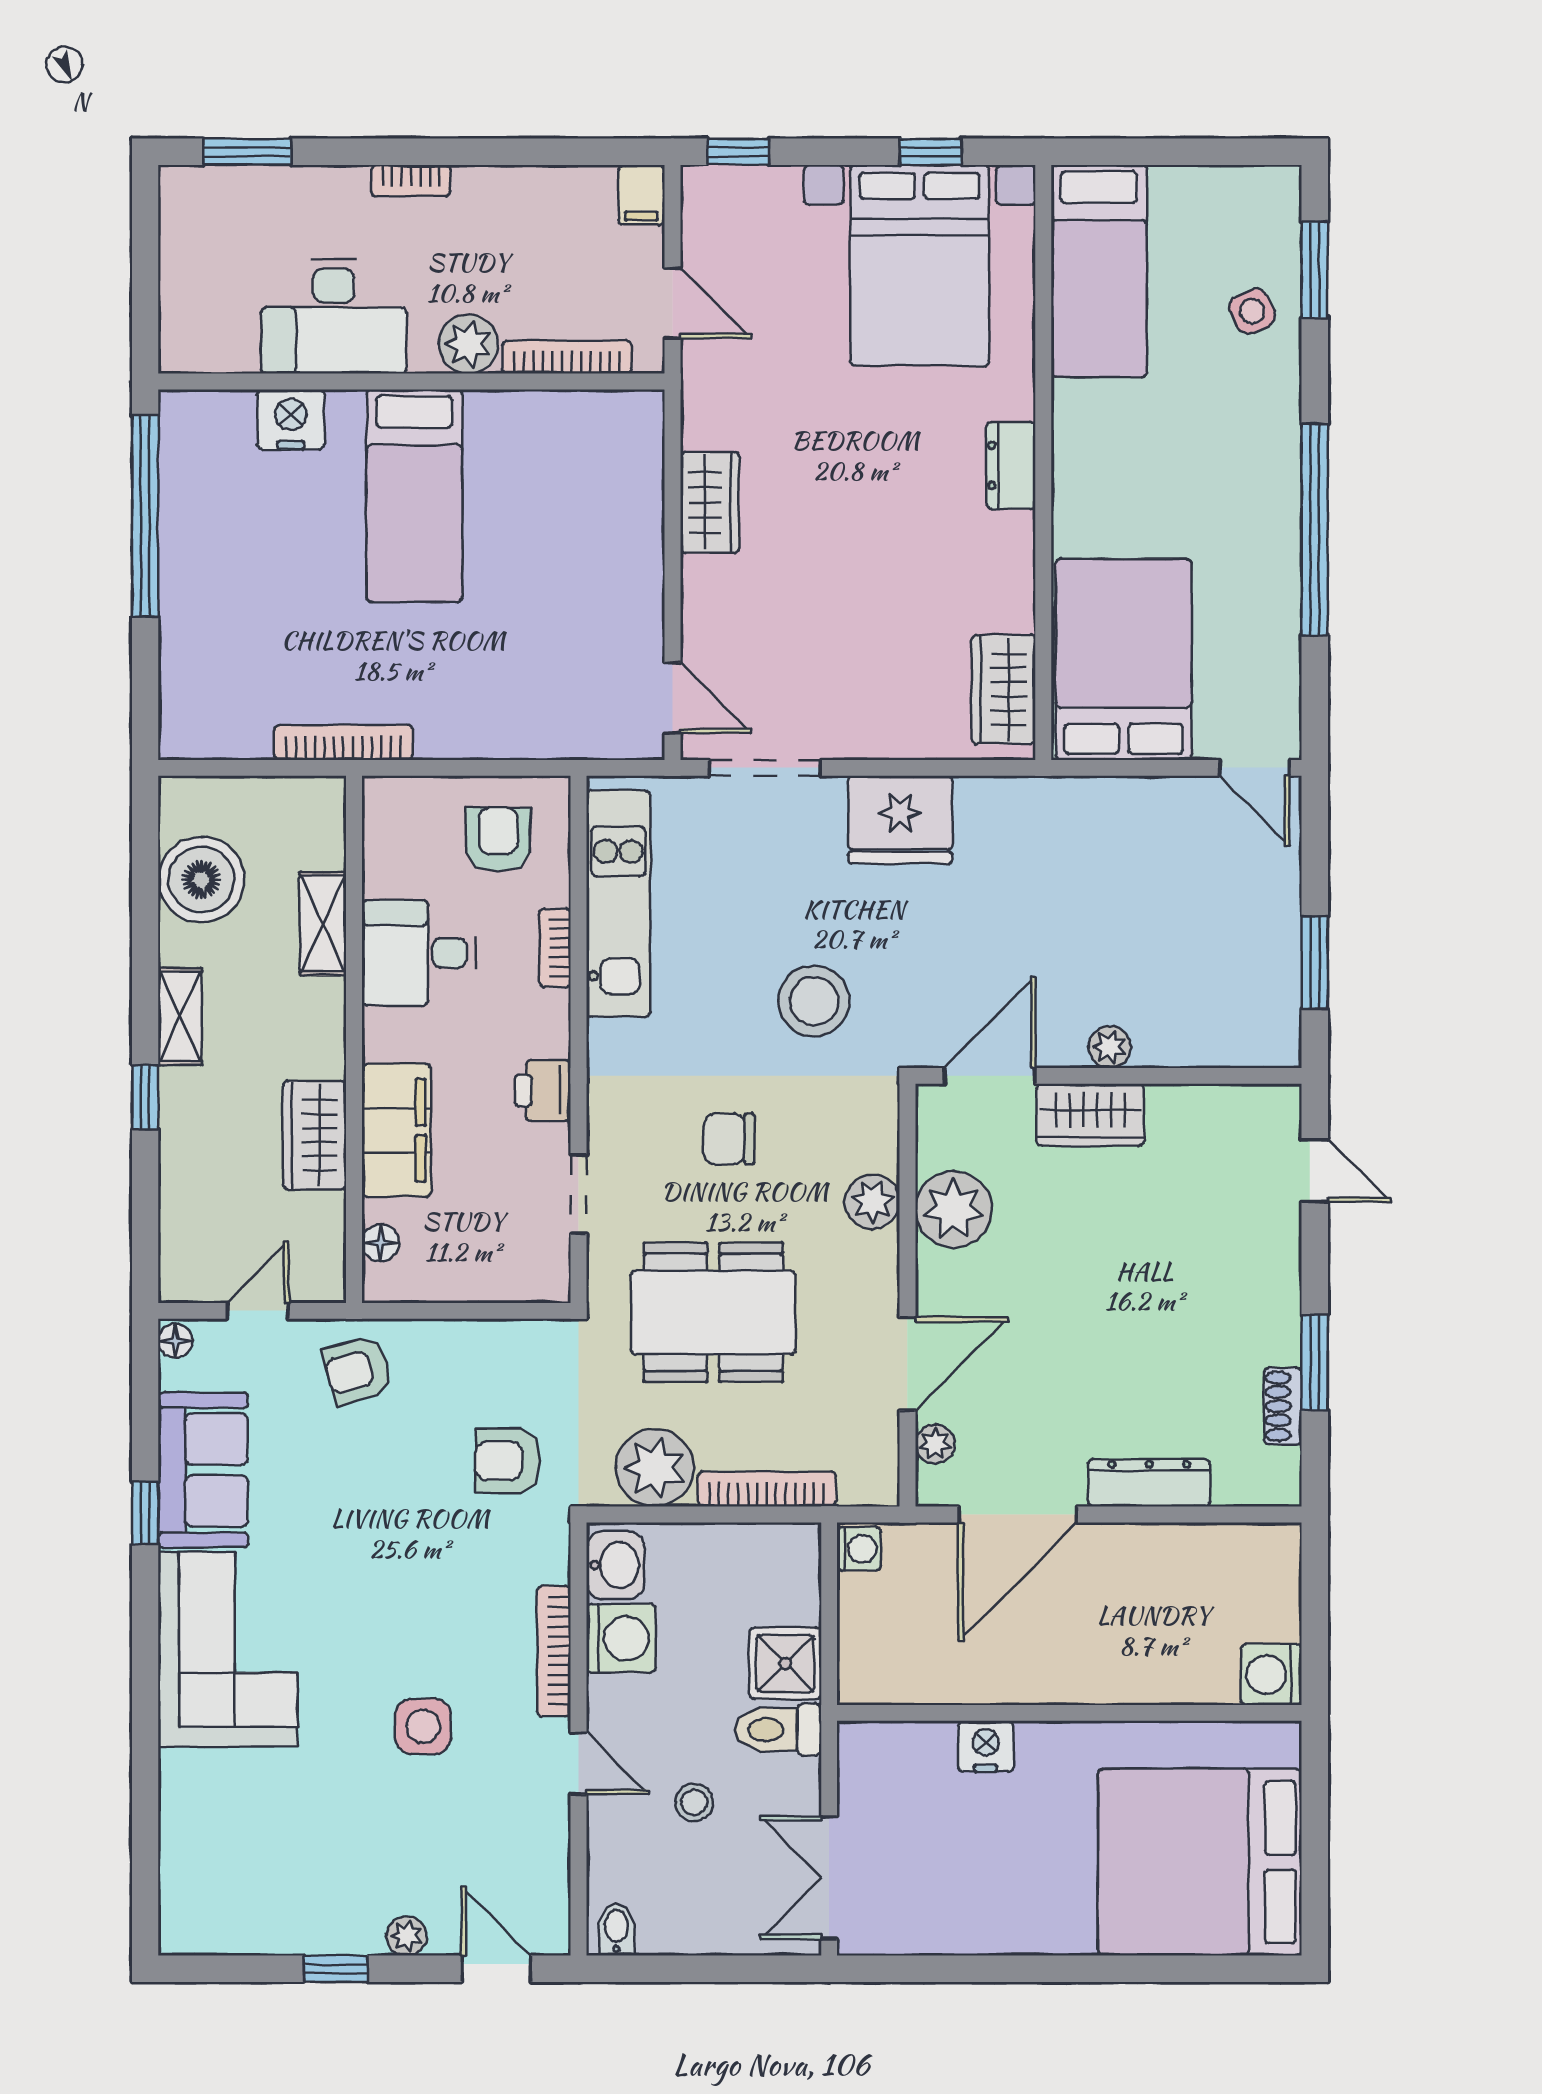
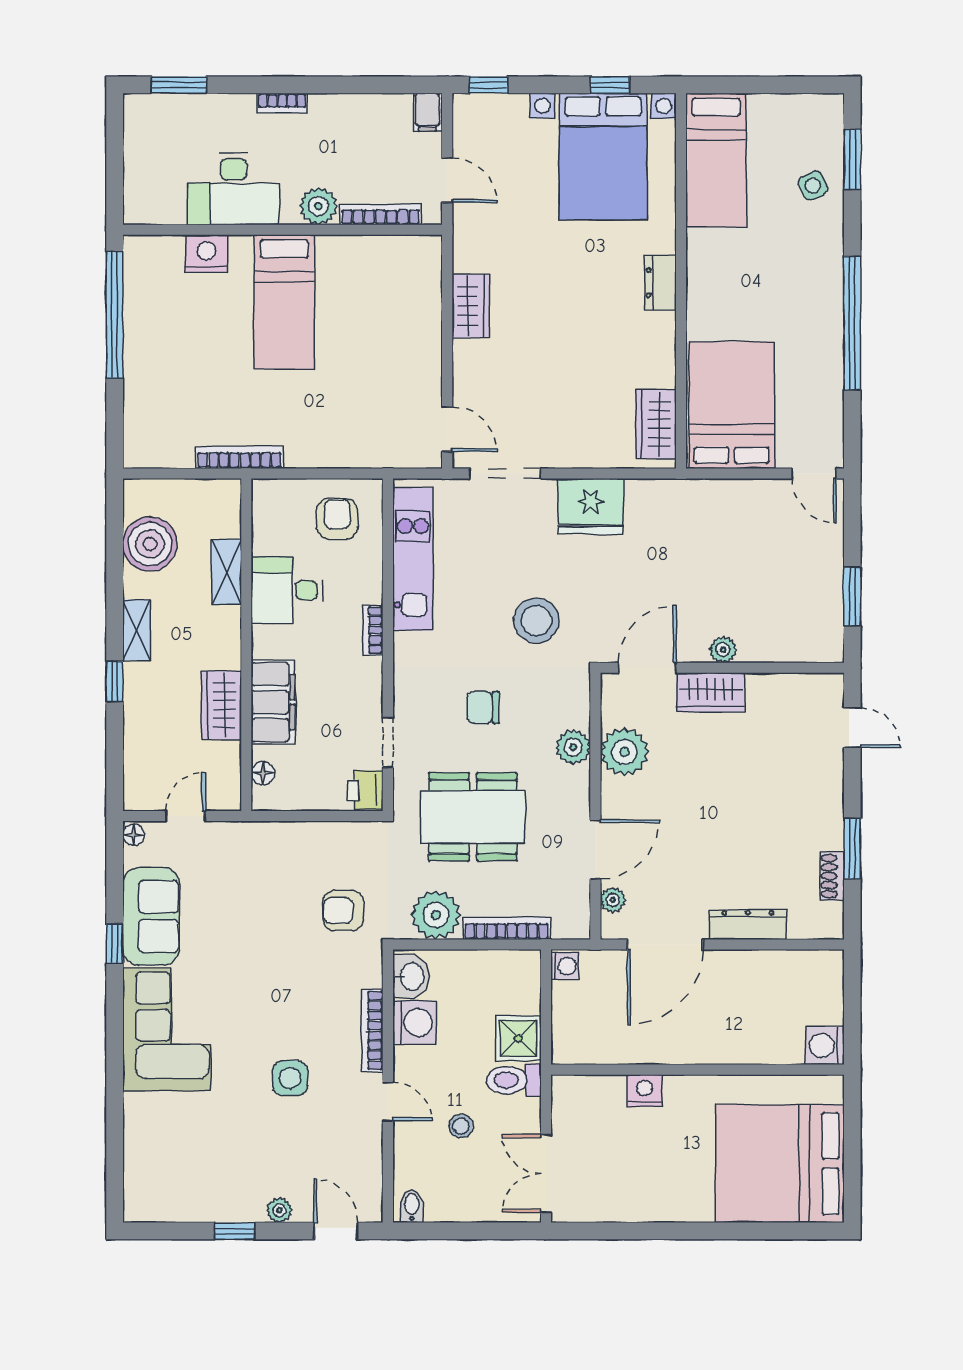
bookcase: (555, 948) -> (373, 630), moved
printer: (543, 1090) -> (365, 790), moved
armchair: (357, 1370) -> (248, 853), removed

